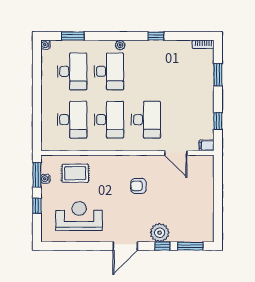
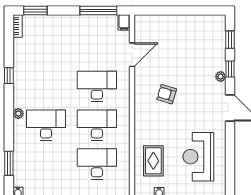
desk: (72, 71) -> (46, 164), removed
window: (218, 75) -> (35, 10), moved
window: (218, 121) -> (98, 10), width x2.17
armchair: (138, 186) -> (167, 94), turned 107
plant: (160, 233) -> (221, 77), width x0.53, depth x0.53
window: (190, 246) -> (230, 40), width x0.67

